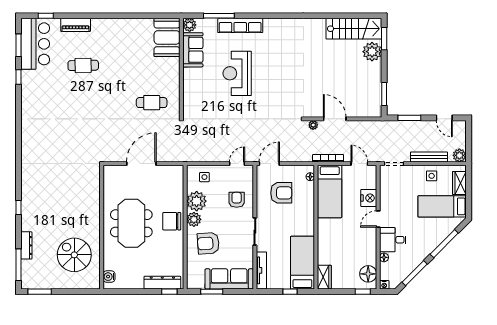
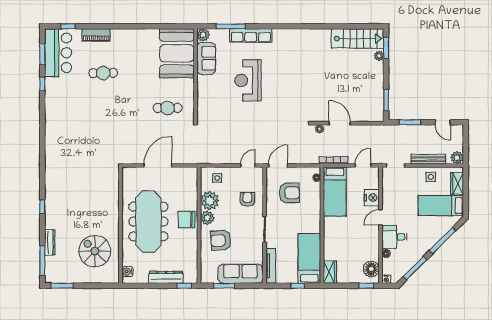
booth: (167, 37) -> (177, 53), width x1.36, depth x1.42
plant: (372, 52) -> (379, 56), width x0.53, depth x0.53
door: (359, 164) -> (363, 165), hinge flipped
meeting table: (131, 223) -> (148, 221), width x1.36
dresser: (162, 283) -> (166, 277), moved

